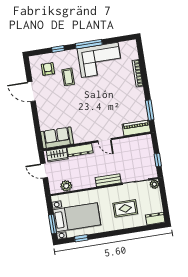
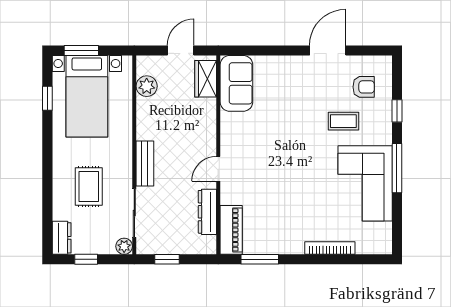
dresser: (80, 150) -> (207, 212), moved
window: (165, 204) -> (86, 259), added

